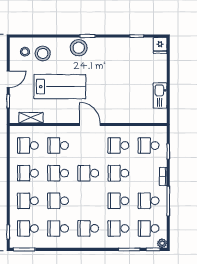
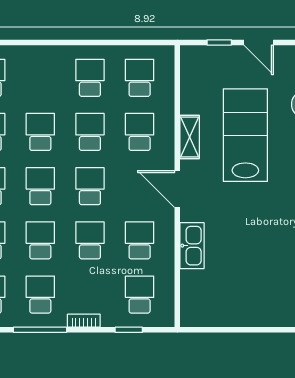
lab bench: (60, 87) -> (245, 135), turned 180
kitchen sink: (160, 96) -> (192, 246), moved, turned 90
shelving: (31, 118) -> (190, 137), moved
door: (90, 125) -> (177, 189), swing flipped
school desk: (28, 201) -> (40, 186), moved

